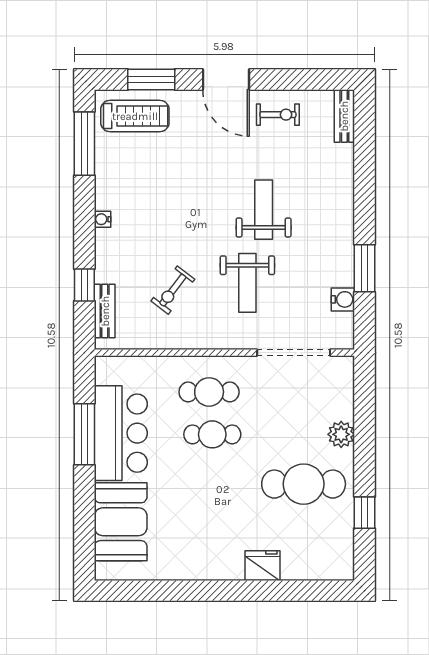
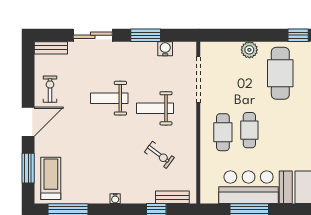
sliding door: (365, 183) -> (93, 35), added
weight bench: (247, 283) -> (155, 108), turned 180

